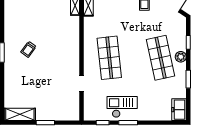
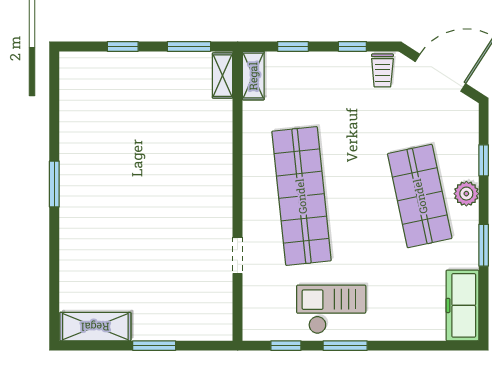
trolley: (28, 49) -> (115, 176), removed
shop shelf: (109, 58) -> (301, 196), width x1.40
freezer: (179, 110) -> (462, 305), width x1.40

